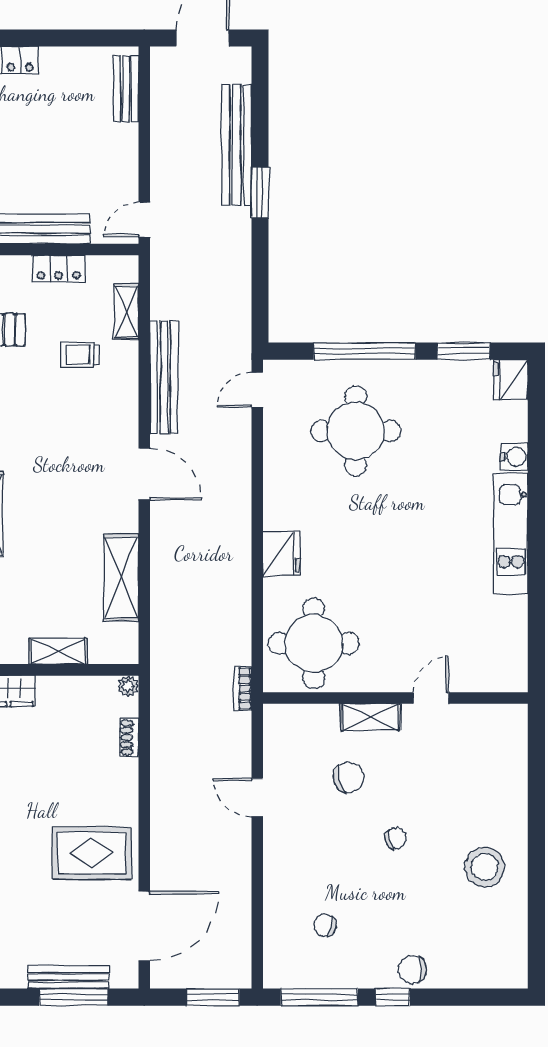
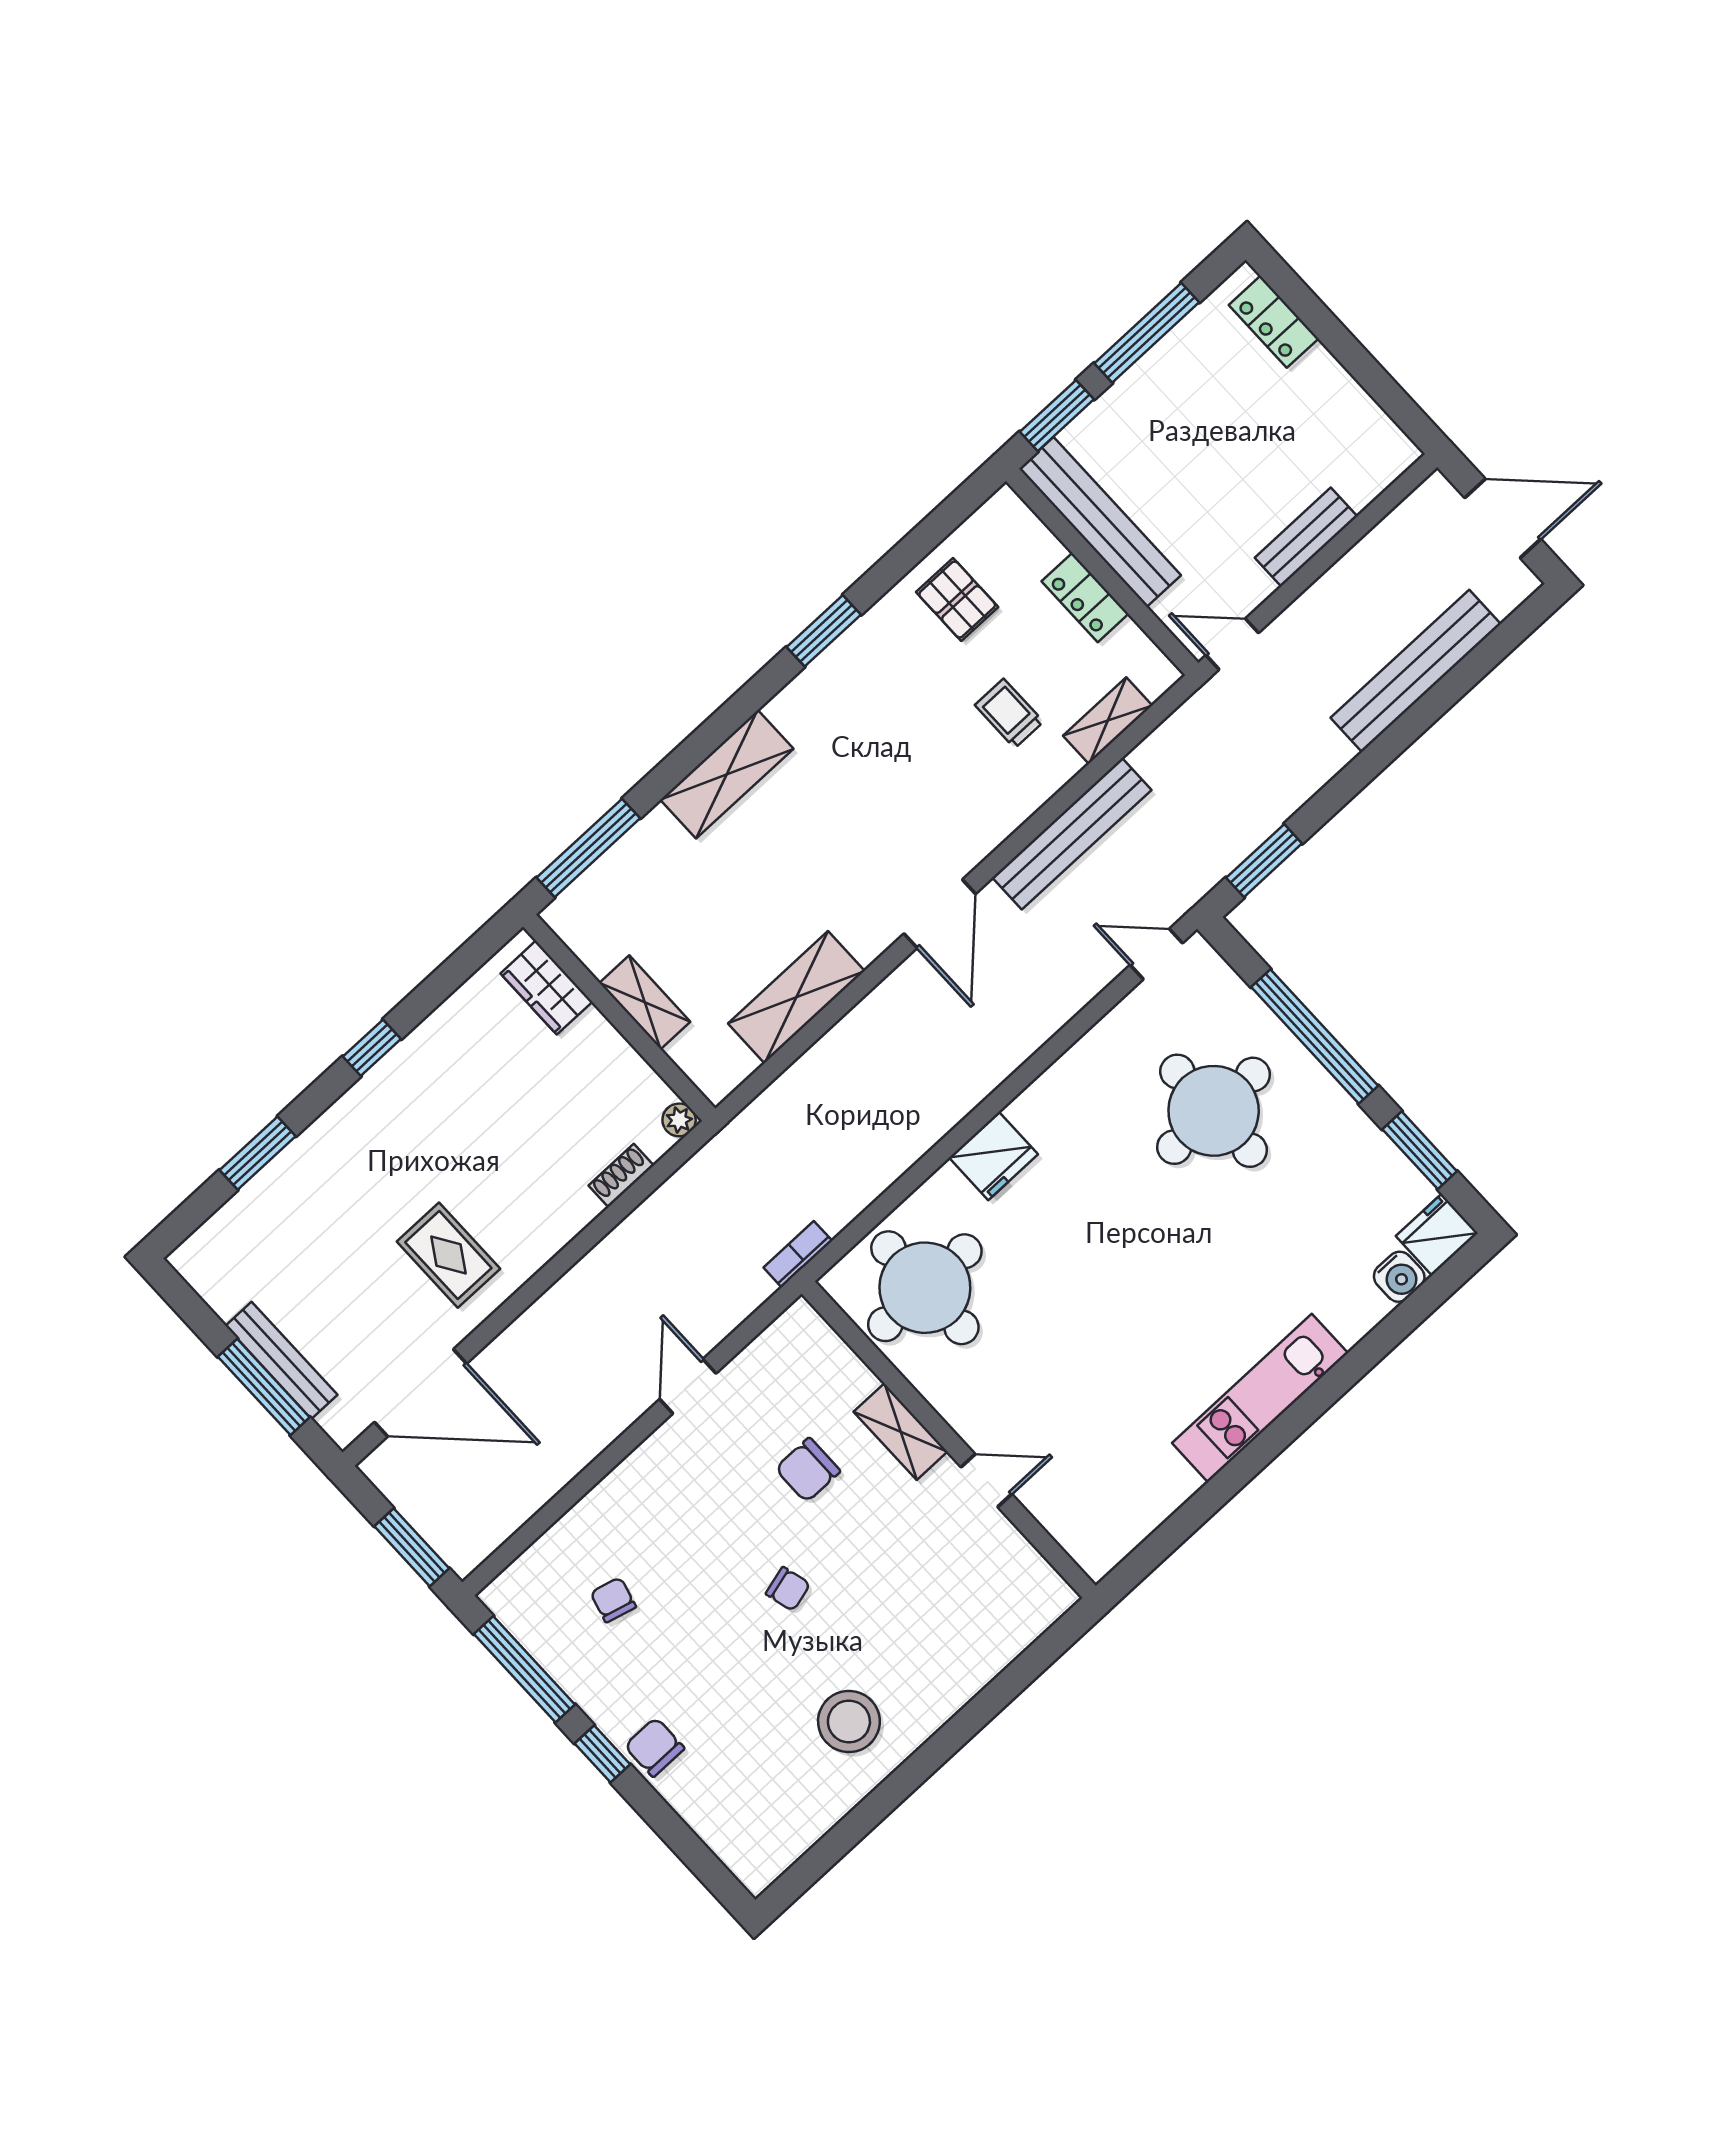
bench: (126, 89) -> (1306, 537), moved
window: (260, 193) -> (1264, 861), moved
water cooler: (514, 457) -> (1399, 1277), moved
chair: (348, 777) -> (808, 1470), turned 104
rug: (92, 853) -> (448, 1255), width x0.73, depth x0.70

